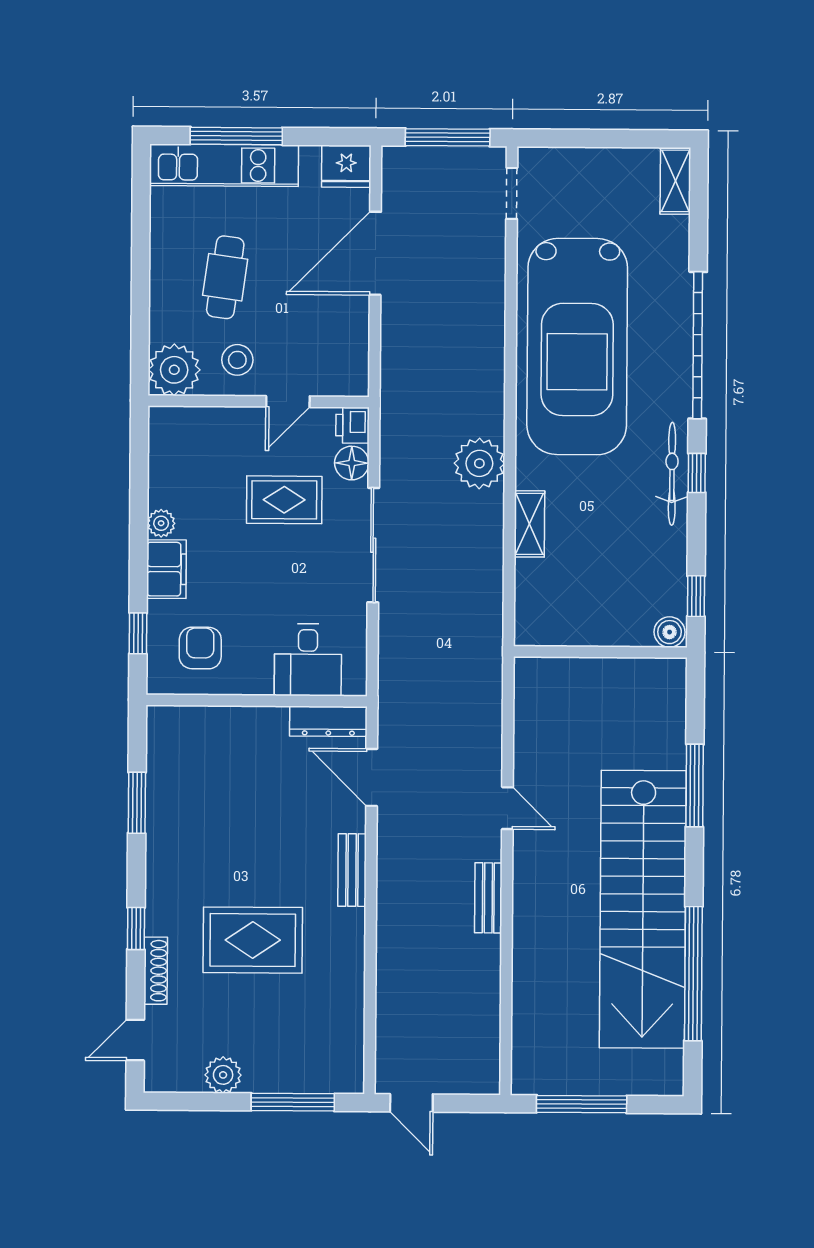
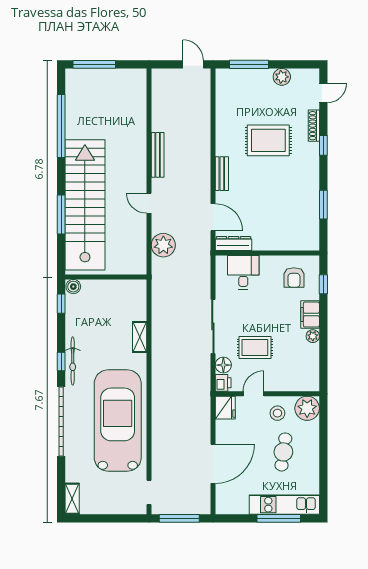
fridge: (346, 166) -> (225, 408), moved, turned 90
plant: (479, 463) -> (163, 245), moved
bench: (488, 898) -> (158, 155), width x1.36
stairs: (643, 909) -> (85, 205), moved
window: (582, 1104) -> (94, 64), moved

